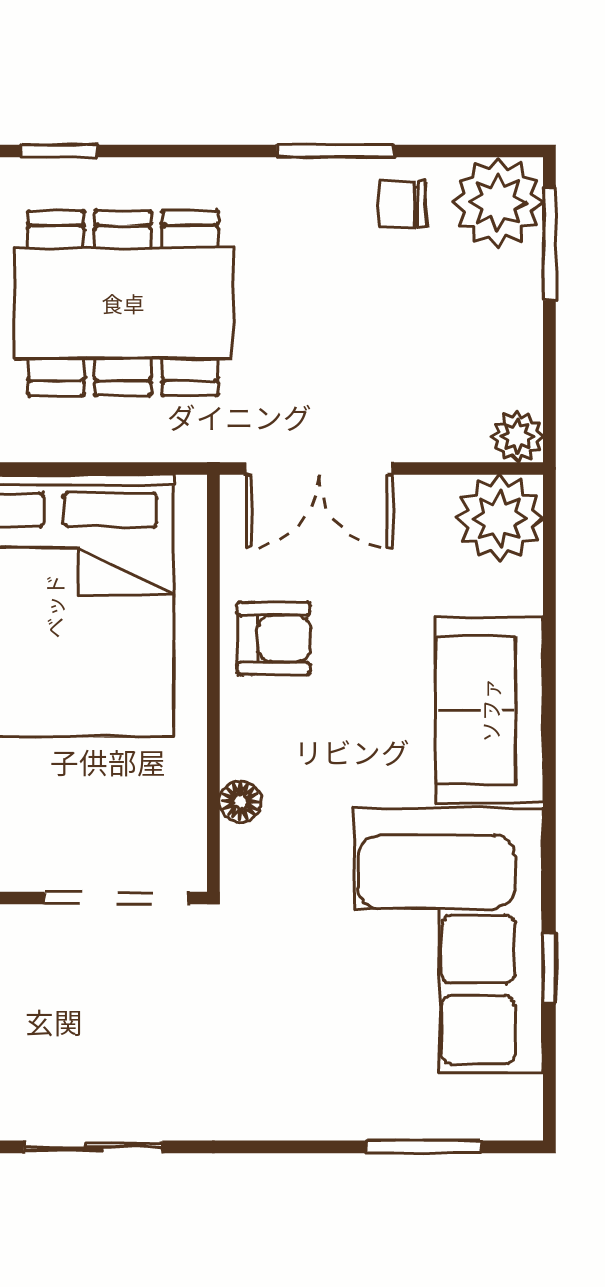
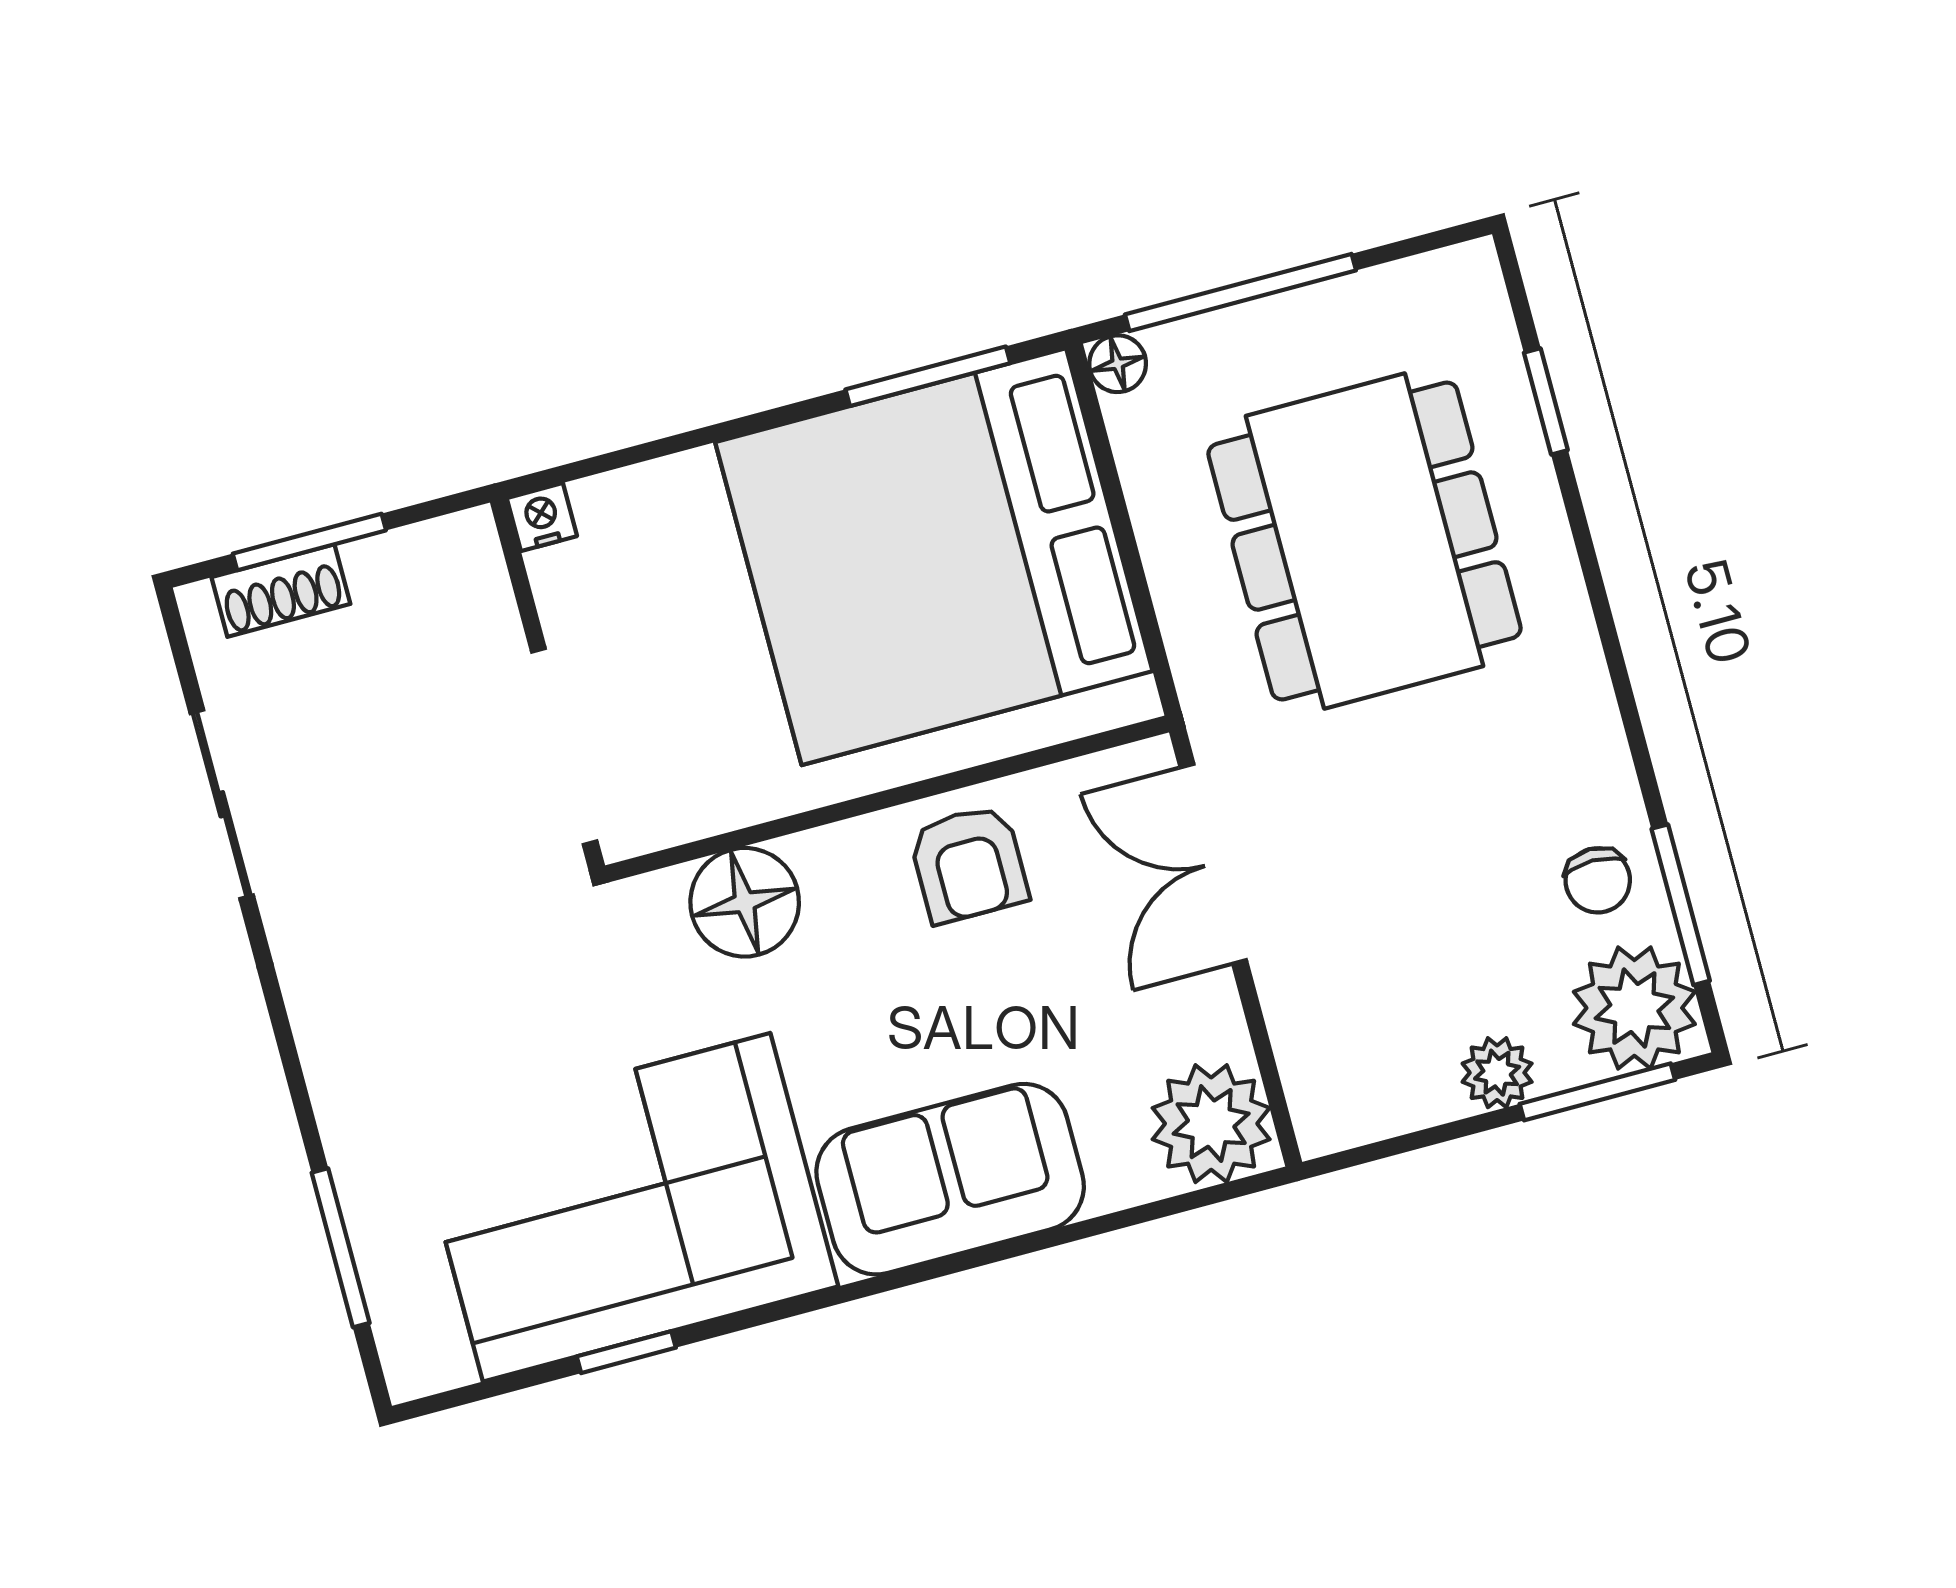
window: (335, 151) -> (1681, 905), moved
chair: (402, 204) -> (1598, 880), turned 180
plant: (517, 436) -> (1497, 1073), moved
floor lamp: (240, 802) -> (745, 902), width x1.89, depth x1.89

